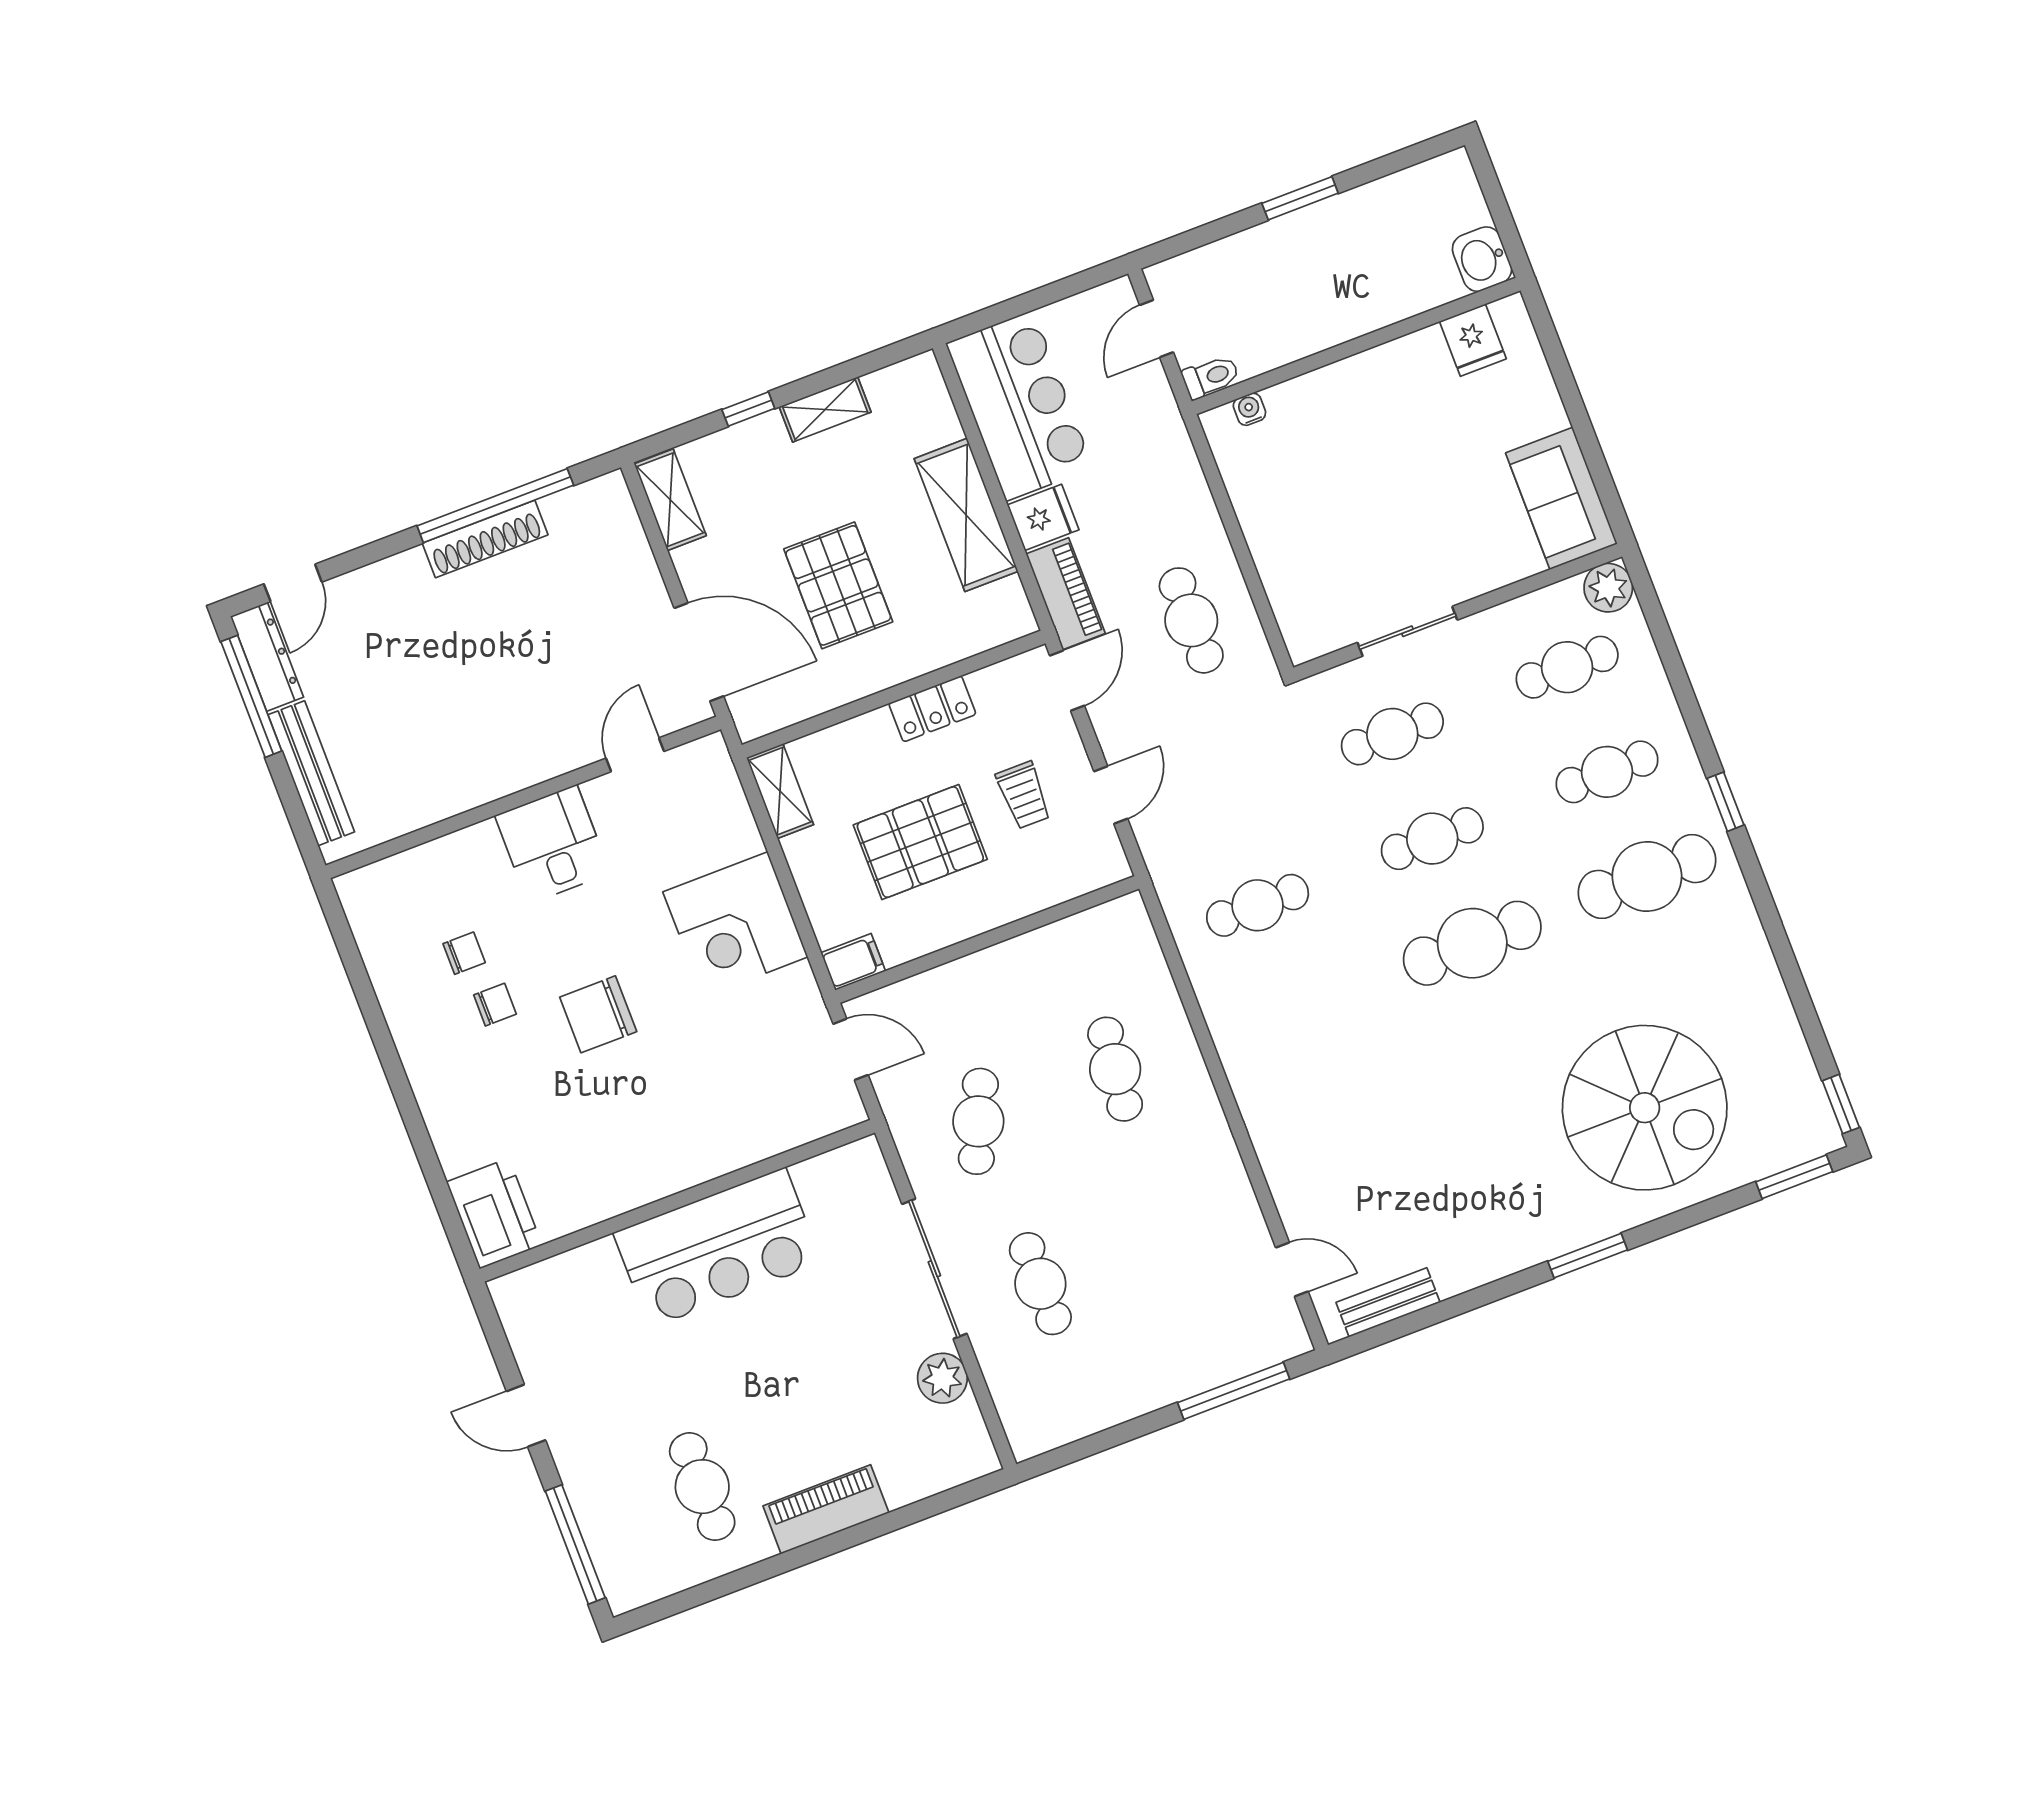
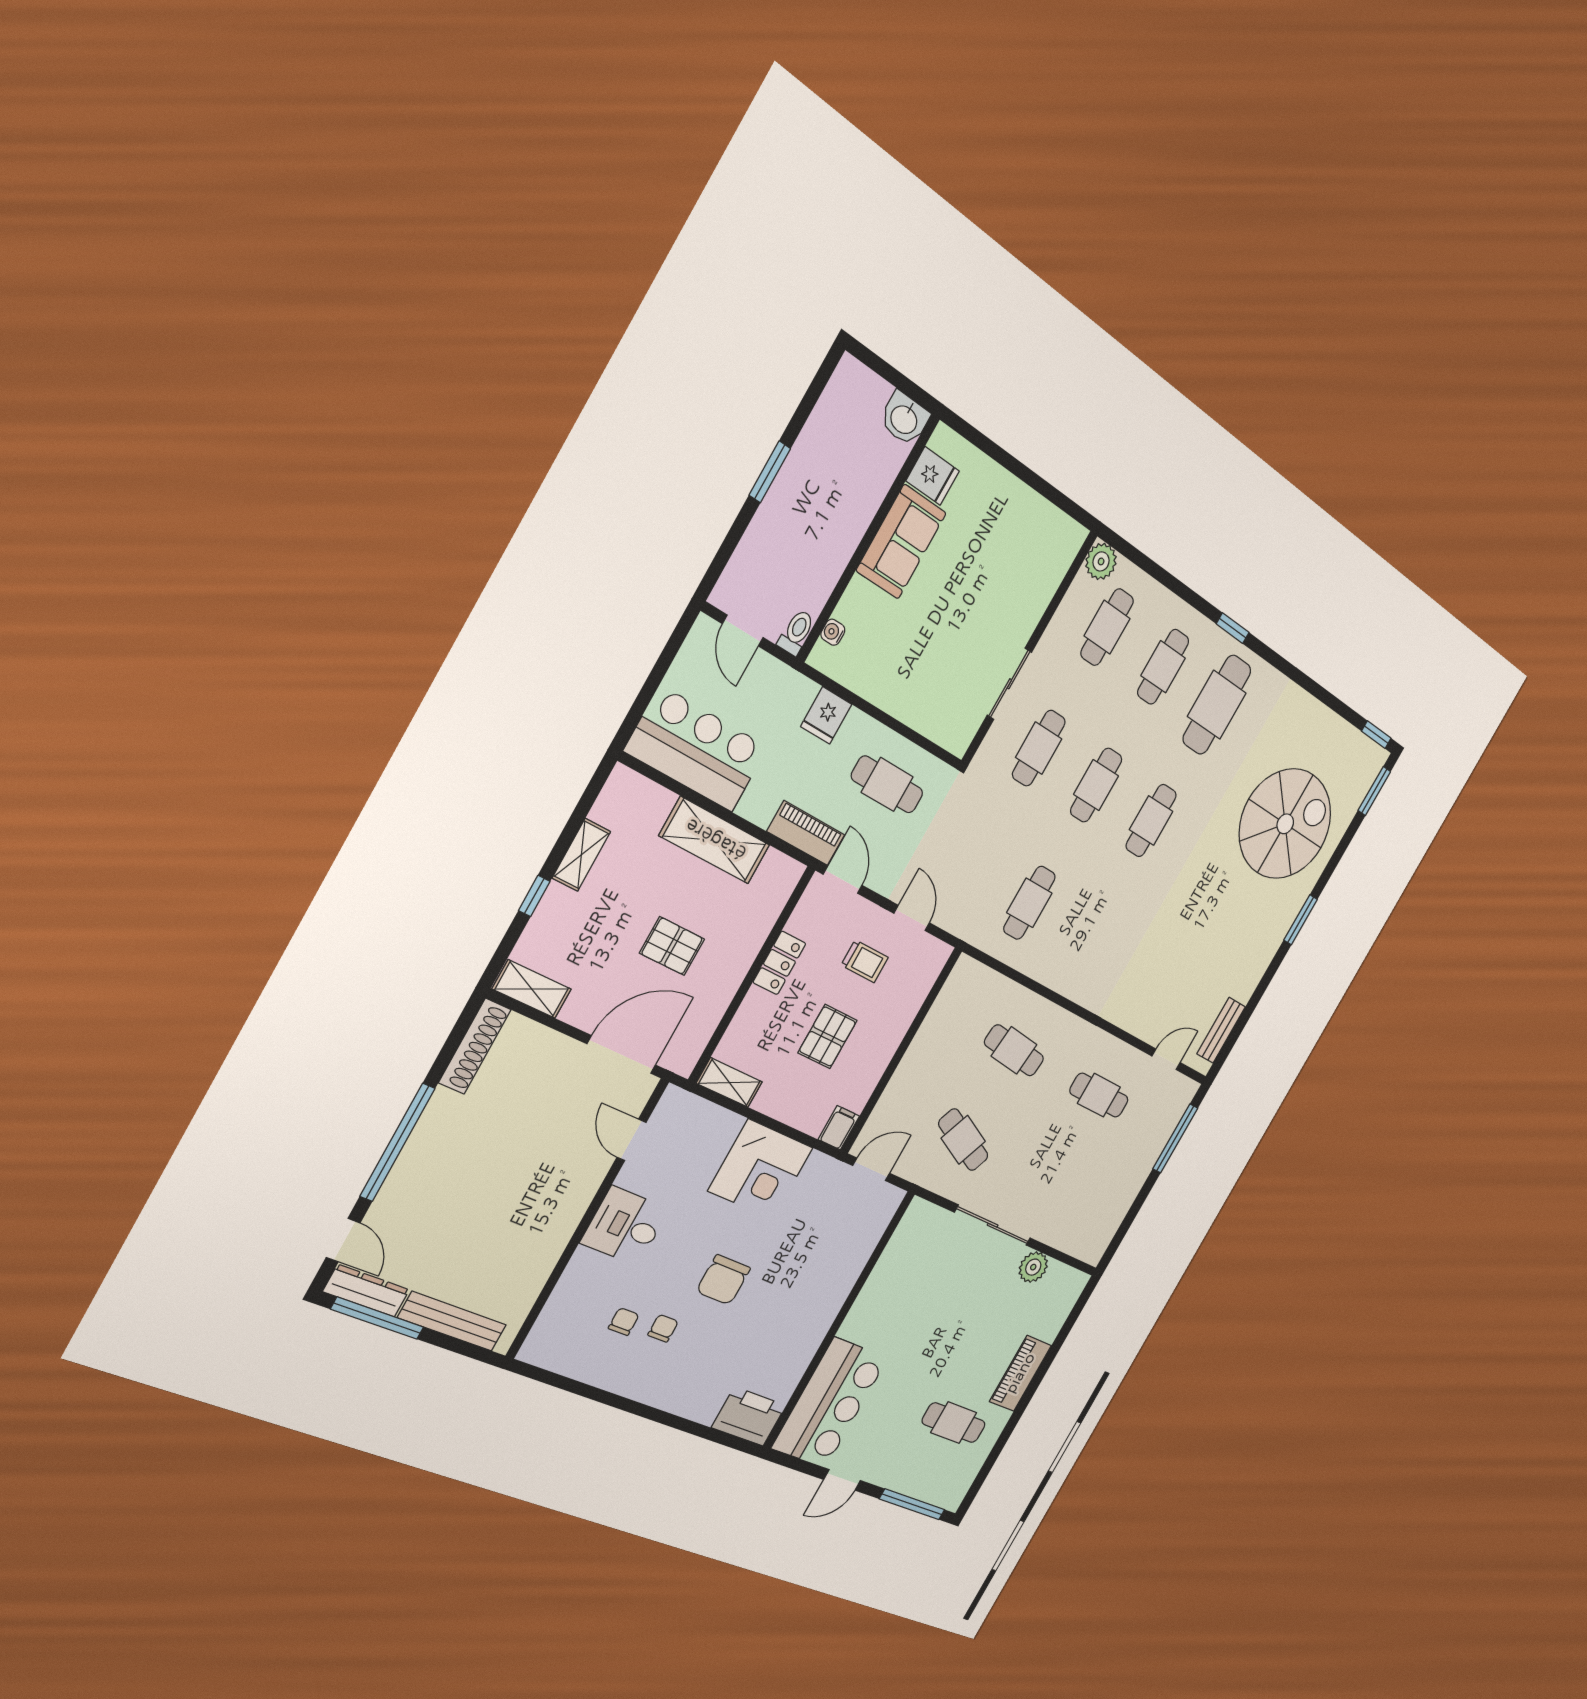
sofa: (1561, 498) -> (901, 542), moved, turned -90
window: (495, 506) -> (397, 1142), moved
fridge: (1043, 517) -> (826, 715), moved, turned 180
shoe rack: (485, 539) -> (475, 1046), moved
pallet: (838, 585) -> (672, 946), width x0.67, depth x0.71
pallet: (920, 842) -> (827, 1037), width x0.67, depth x0.71
cafe table: (1472, 943) -> (1151, 821), width x0.73, depth x0.74
bar counter: (717, 1248) -> (830, 1403), moved
cafe table: (1040, 1284) -> (1099, 1095), moved

